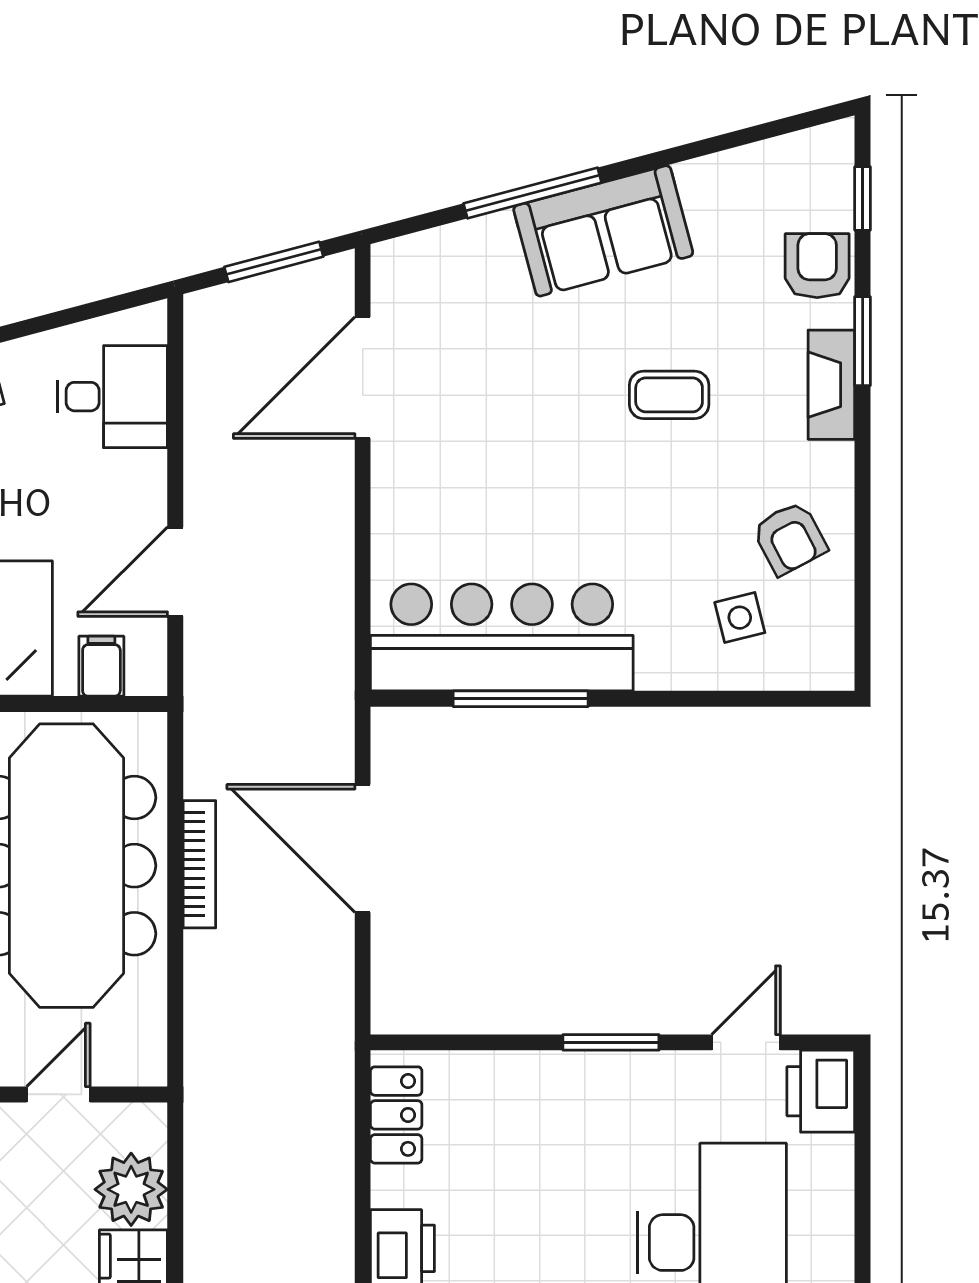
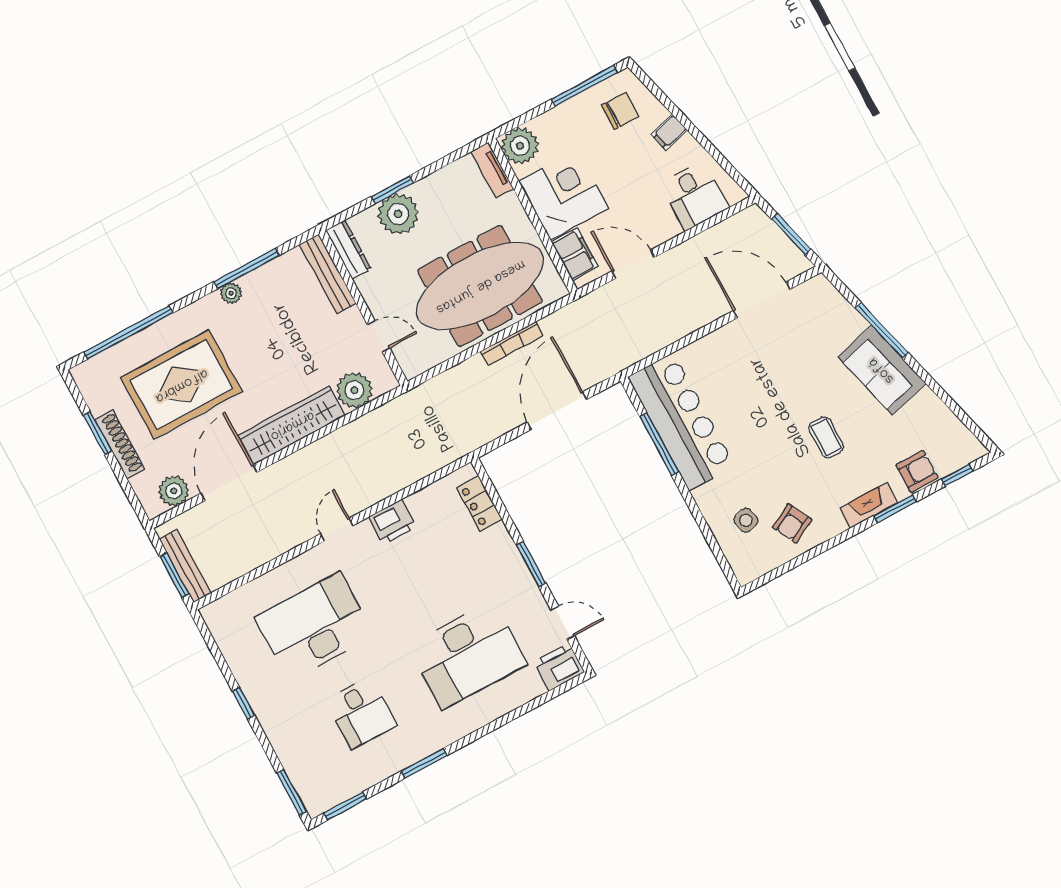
filing cabinet: (101, 666) -> (575, 254), width x2.00
locker: (396, 1115) -> (479, 504), moved, turned 90

